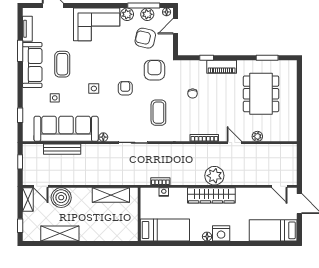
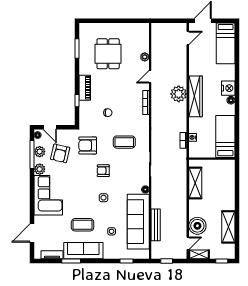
dining table: (261, 94) -> (108, 54), width x0.73

